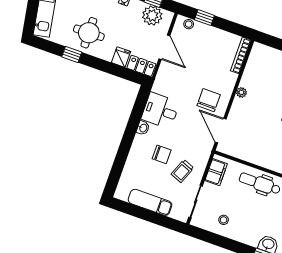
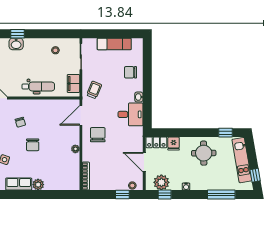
window: (72, 55) -> (226, 133), moved
chair: (209, 100) -> (98, 135), turned 180
door: (221, 131) -> (81, 115), swing flipped
chair: (162, 154) -> (131, 72), moved
trolley: (182, 171) -> (94, 90), moved

